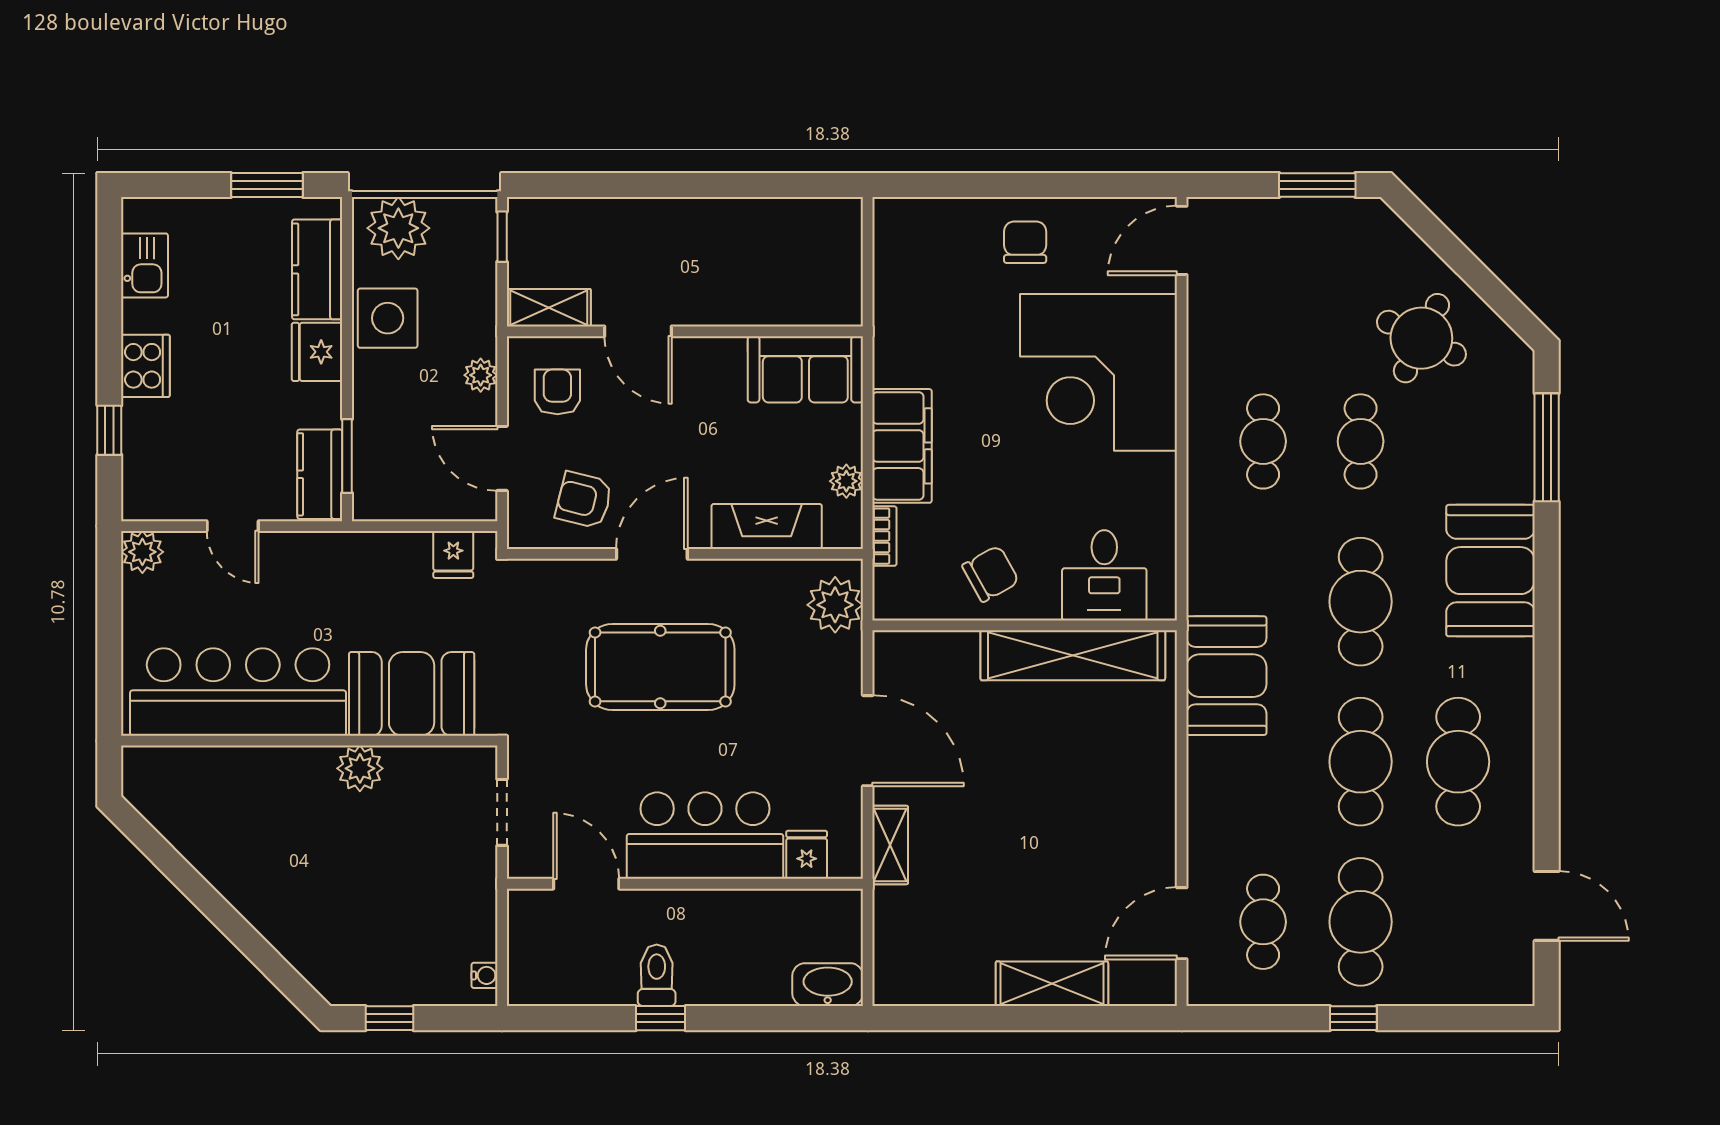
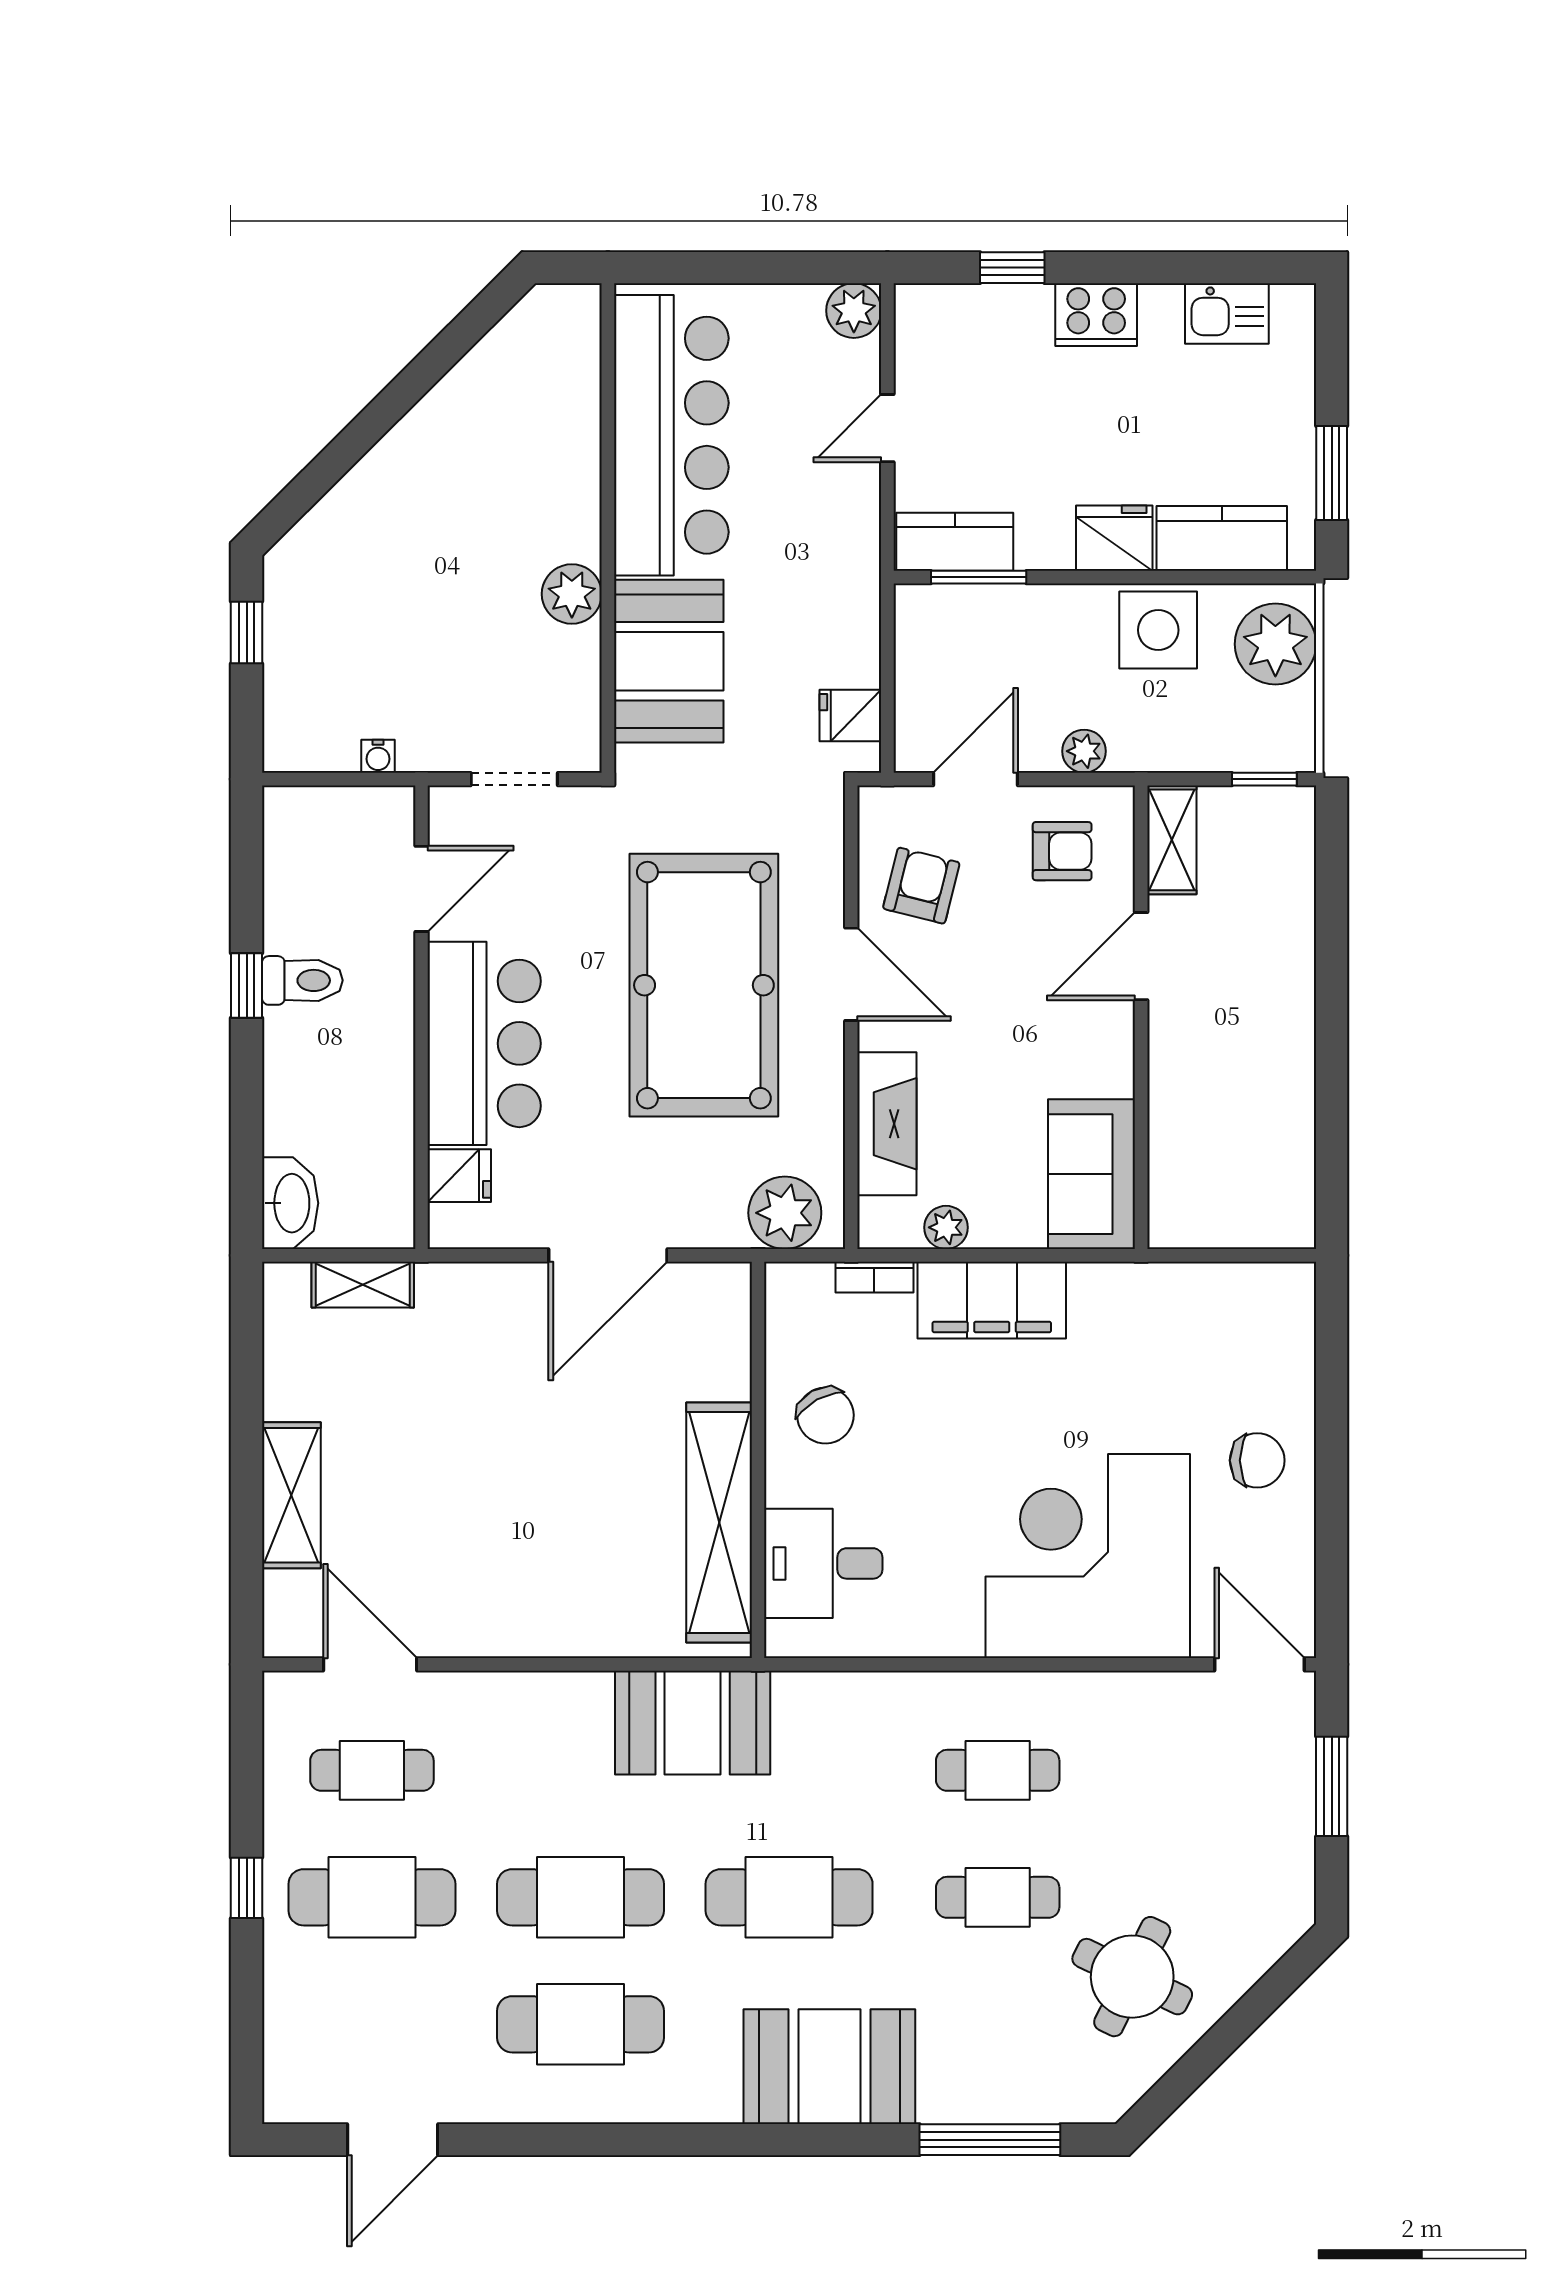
window: (1317, 185) -> (1332, 1786), moved
pool table: (660, 667) -> (704, 985), width x1.36, depth x1.32
shelving: (890, 845) -> (363, 1285), moved
water cooler: (484, 975) -> (378, 756), moved

